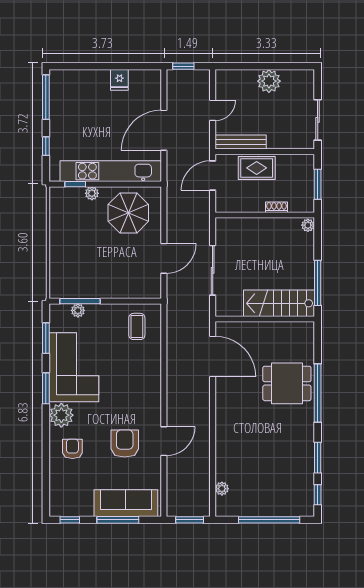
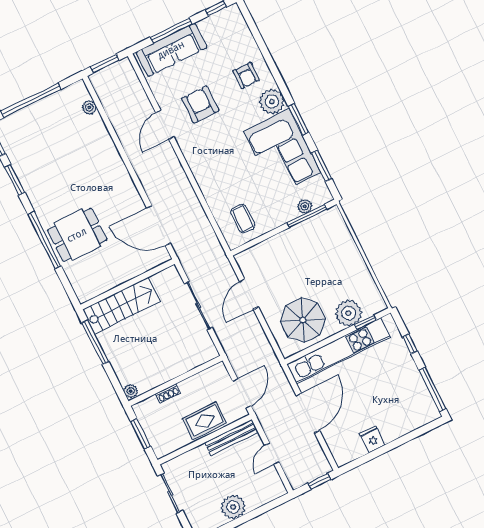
plant: (92, 193) -> (348, 313), width x1.87, depth x1.87
armchair: (125, 443) -> (200, 105), turned 180

